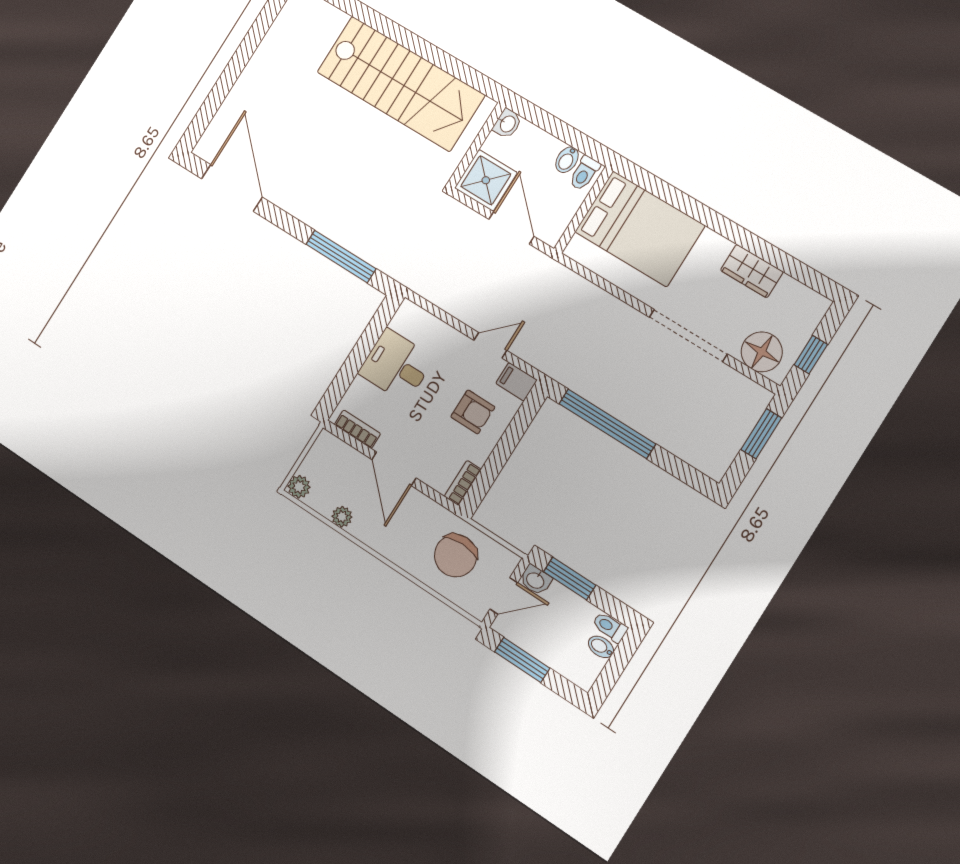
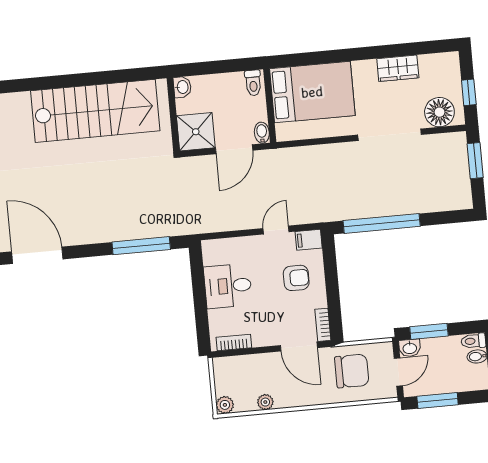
bidet: (567, 160) -> (262, 133), moved, turned 180
door: (511, 228) -> (234, 149), swing flipped
door: (394, 469) -> (299, 347), moved
chair: (456, 556) -> (352, 371), turned -90

